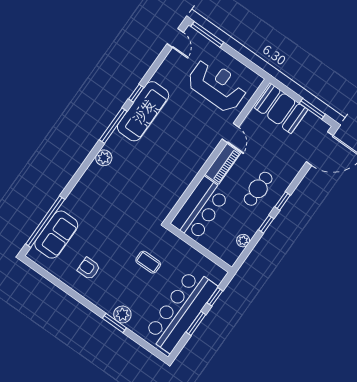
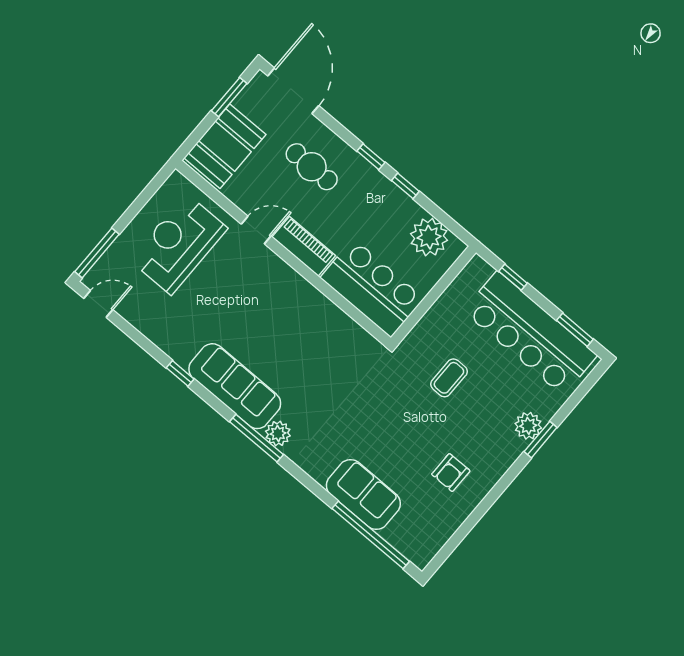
sofa: (143, 111) -> (235, 386), moved
window: (113, 126) -> (257, 438), moved
cafe table: (258, 189) -> (312, 167), moved
sofa: (56, 235) -> (363, 495), moved
plant: (243, 241) -> (429, 237), width x1.87, depth x1.87
window: (196, 323) -> (575, 330), moved

